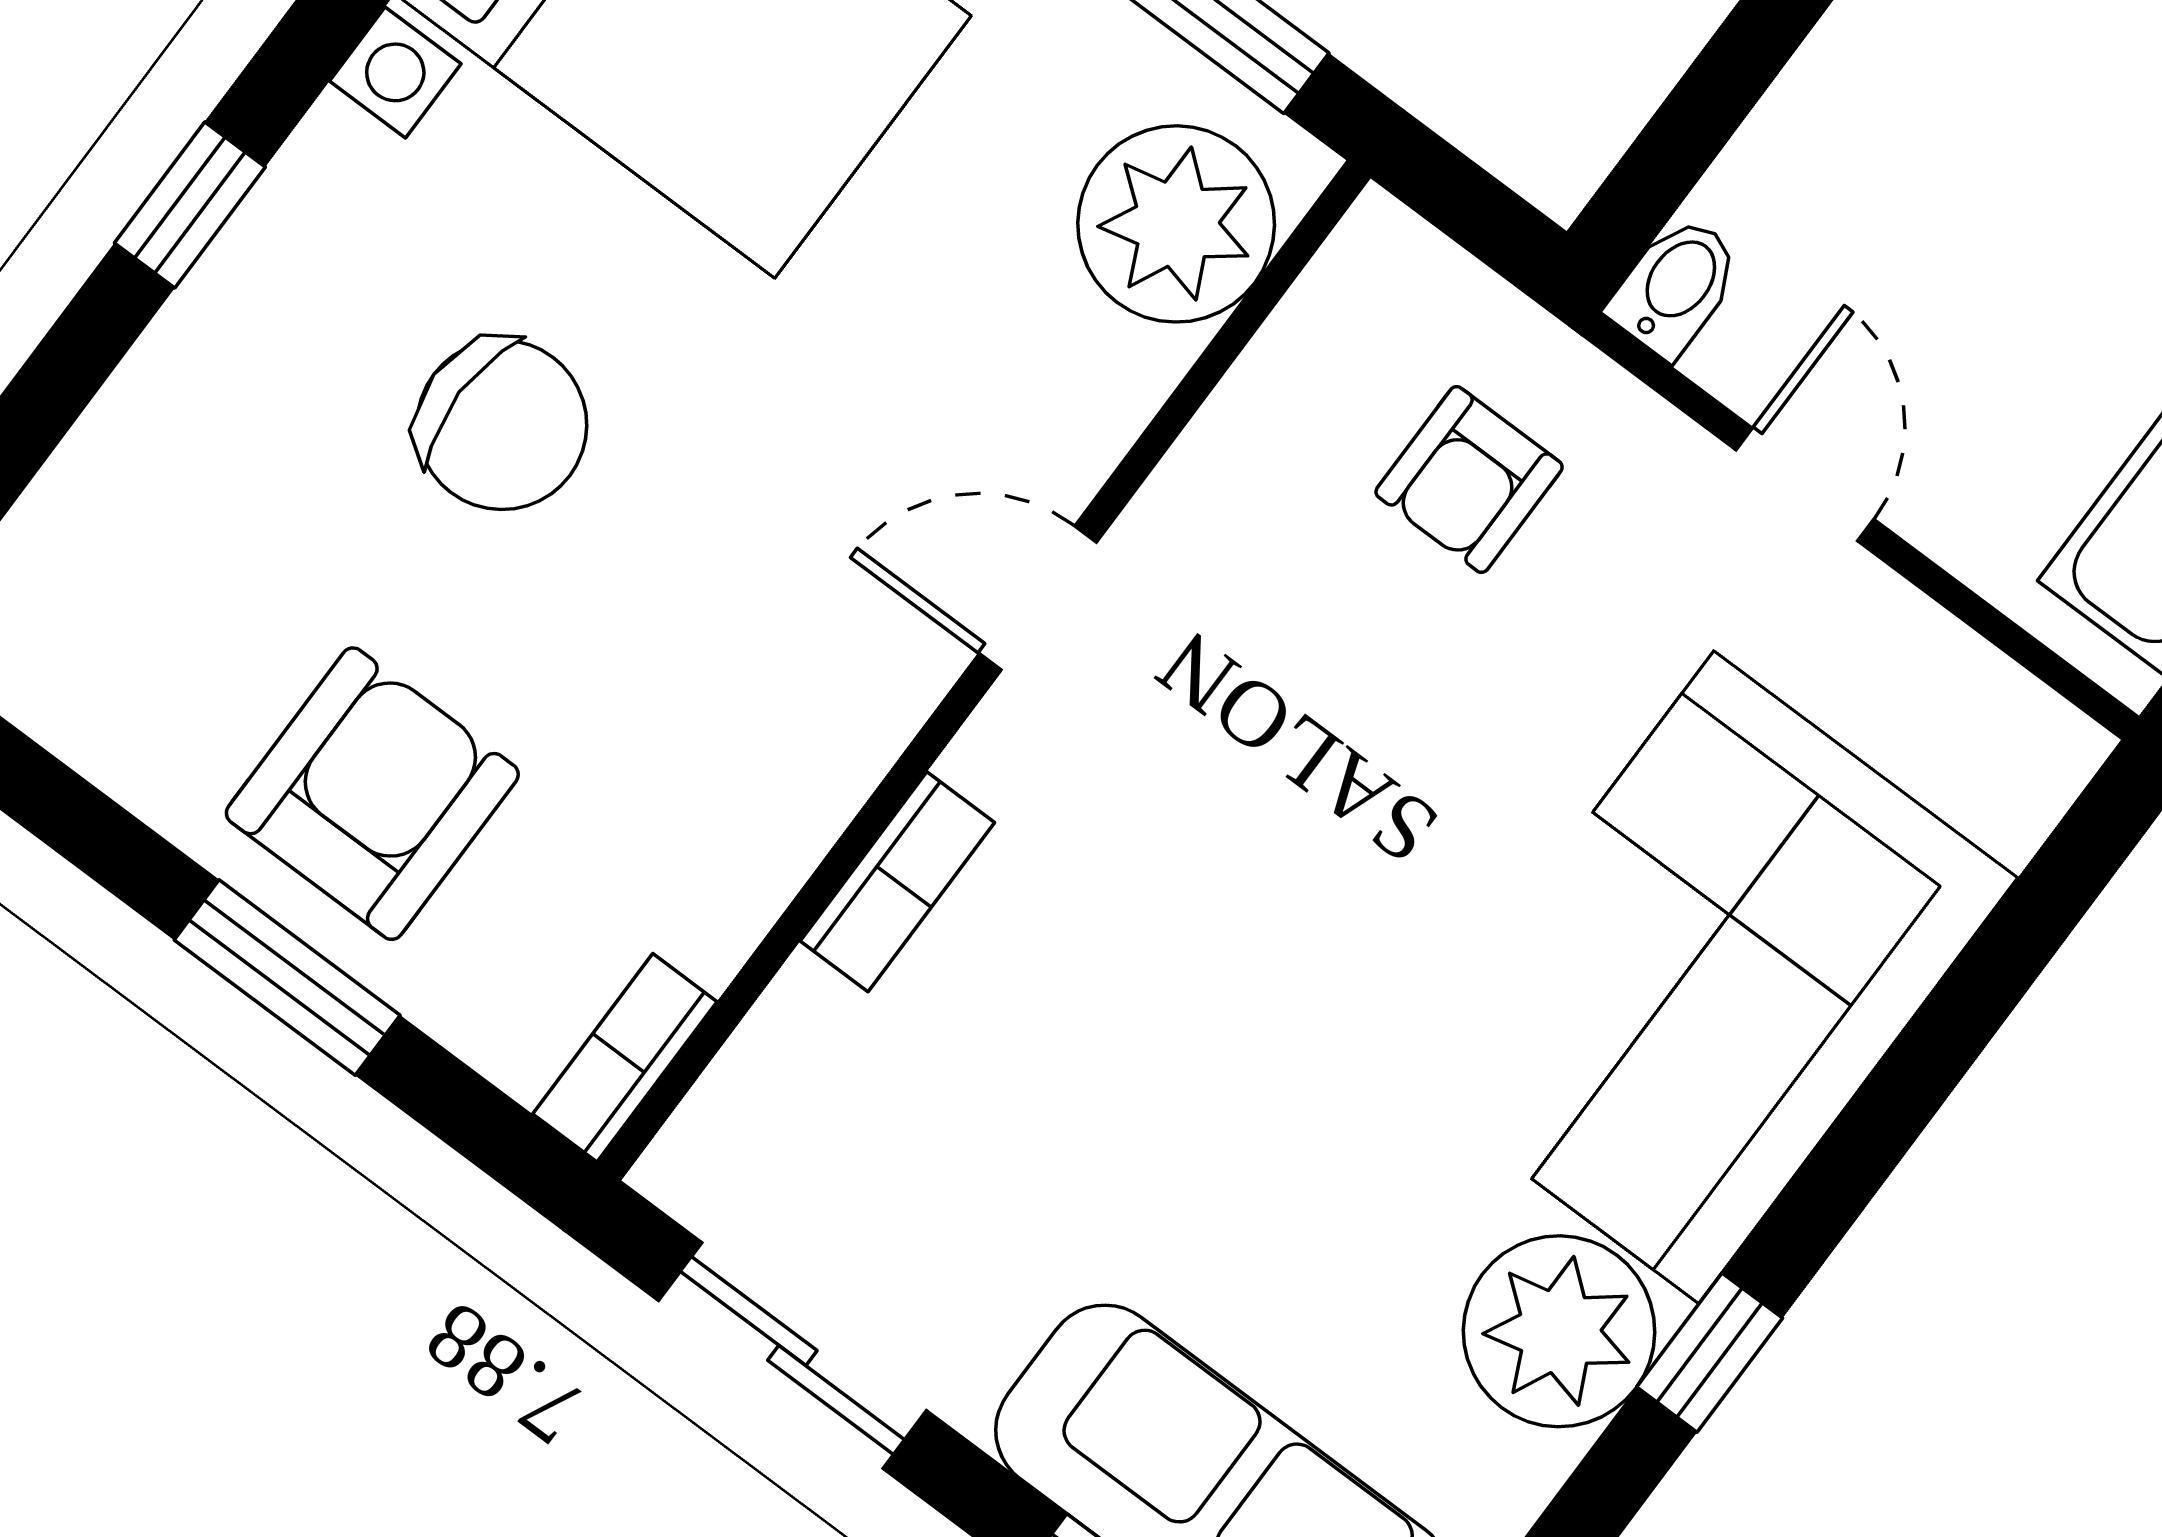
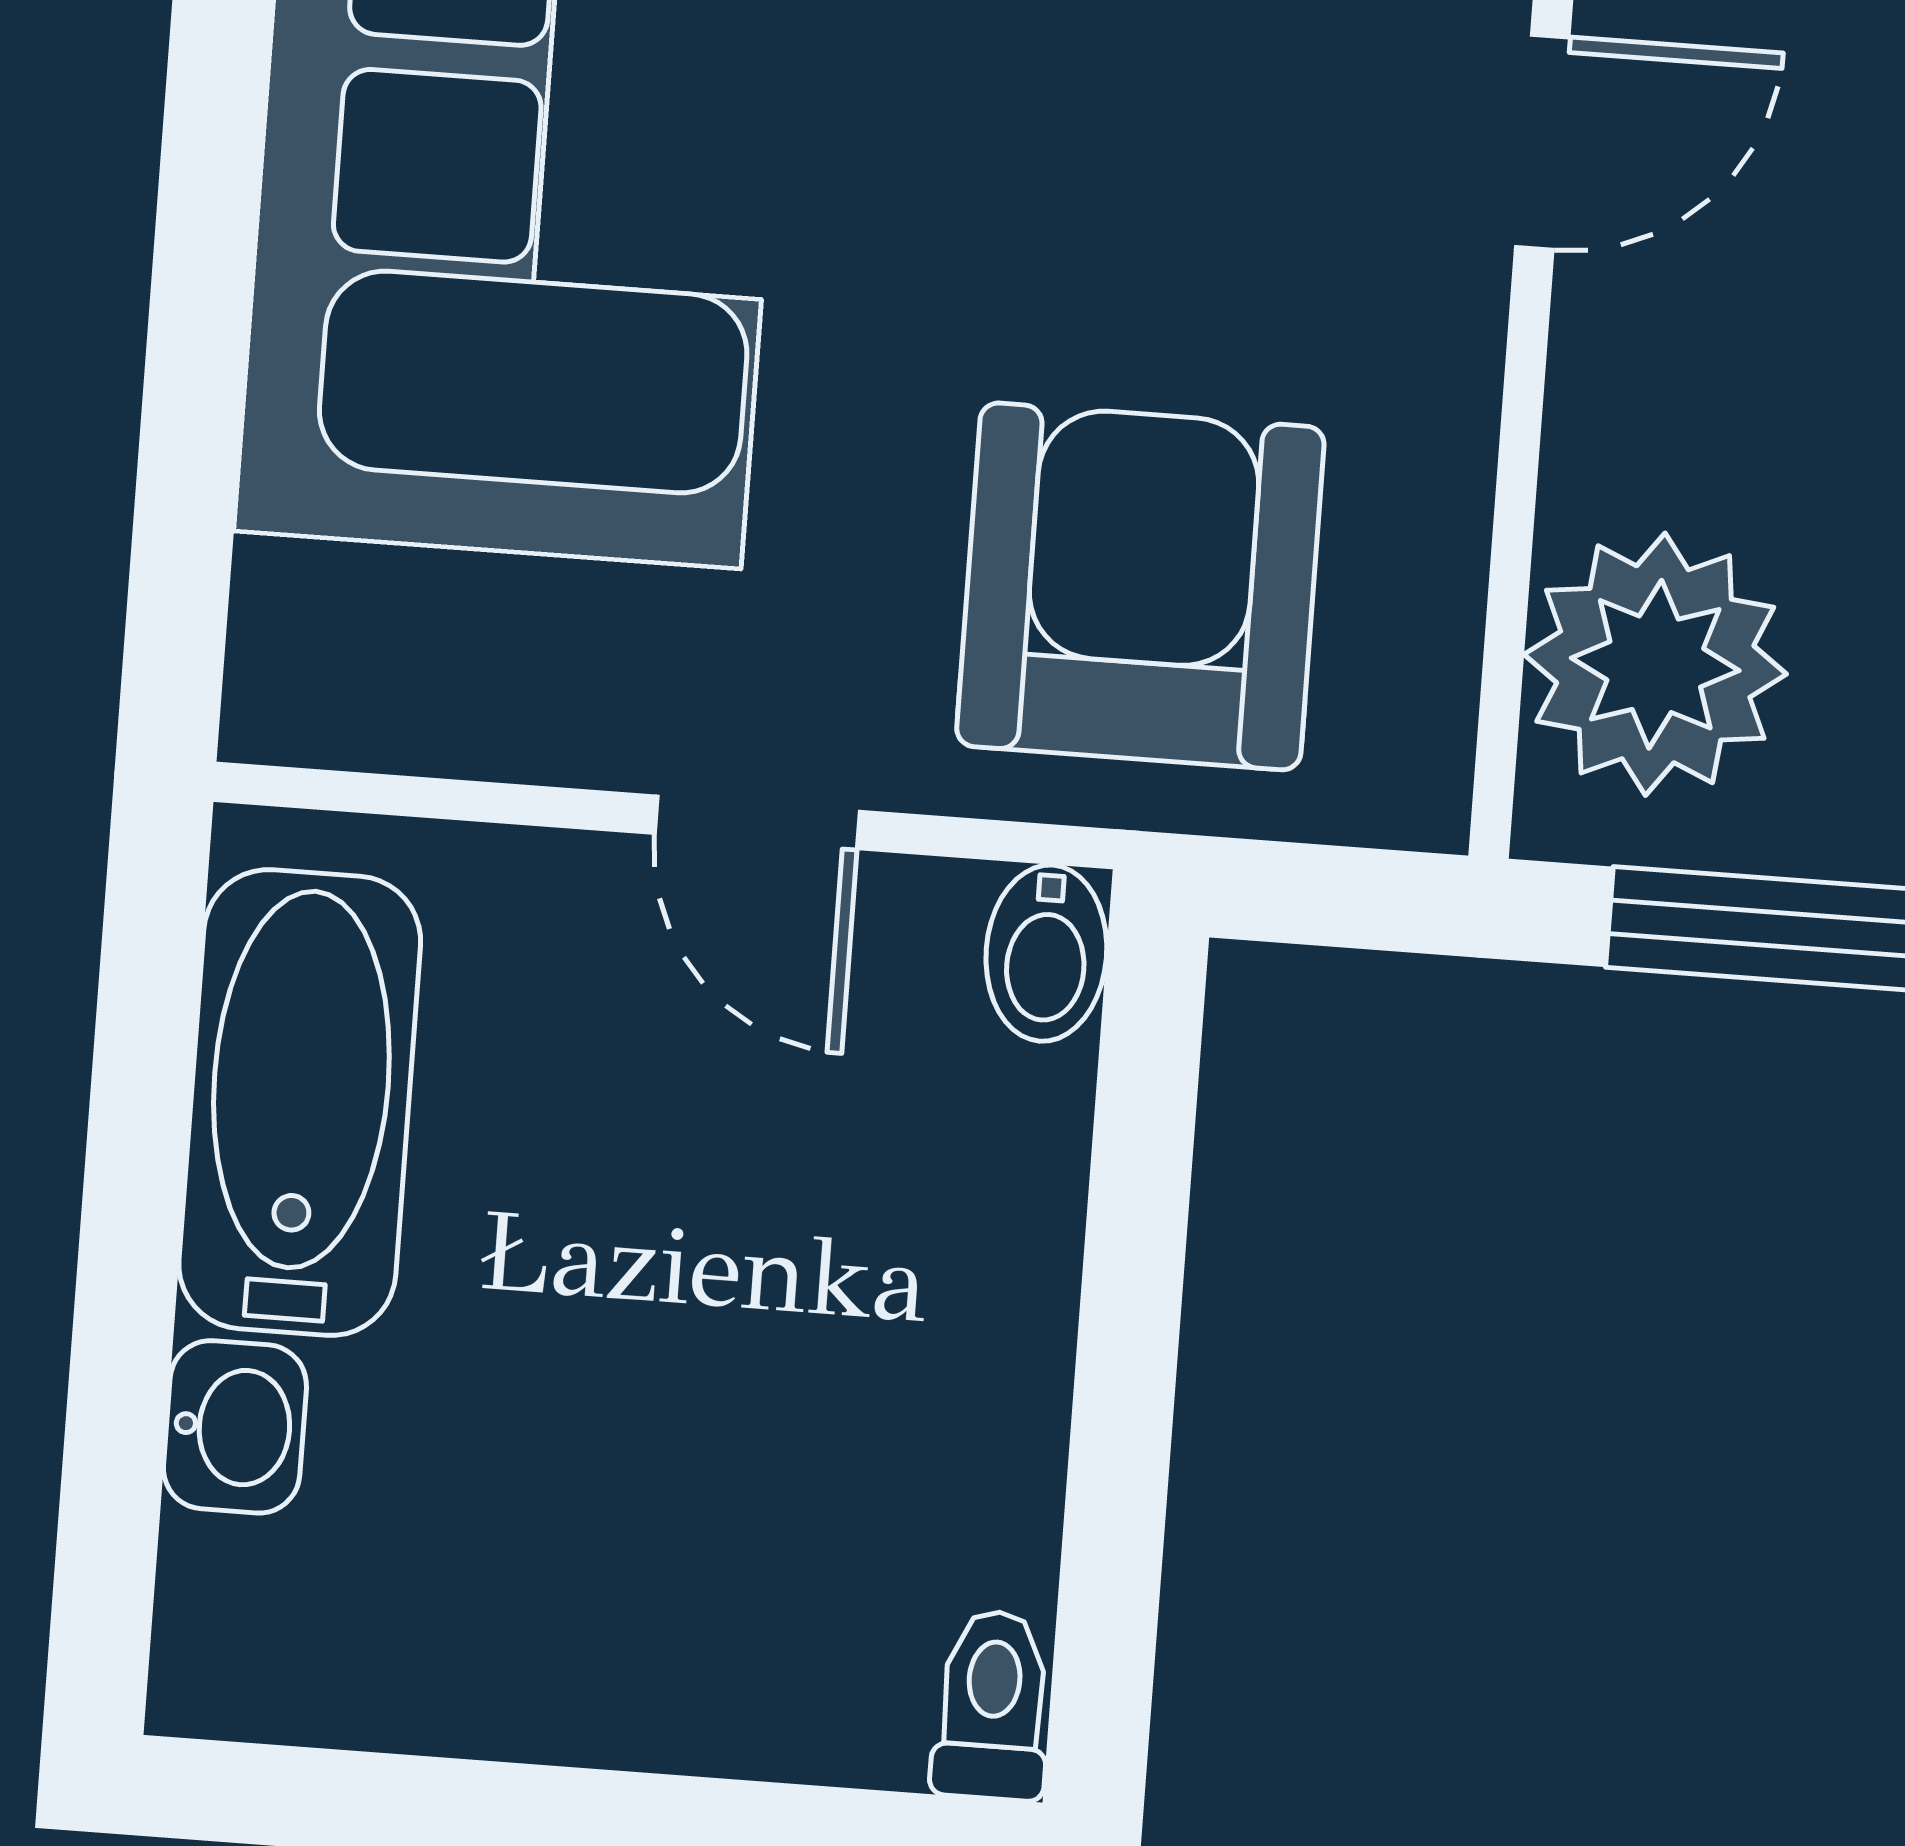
armchair: (1469, 479) -> (1140, 586), width x1.88, depth x1.88

